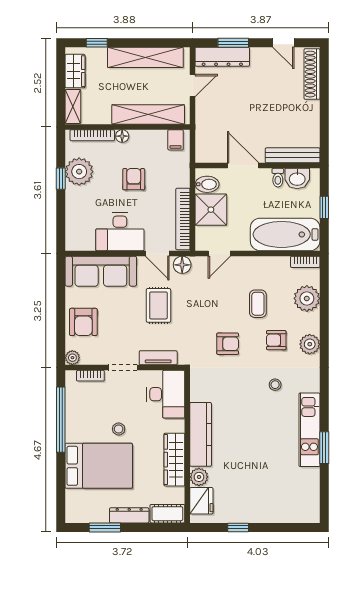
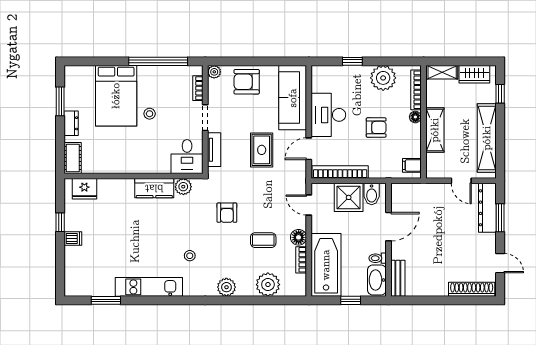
door: (283, 43) -> (500, 263), swing flipped
shelving: (148, 114) -> (435, 130), width x0.68
bench: (293, 155) -> (398, 278), width x0.73
window: (61, 179) -> (352, 61), moved
washbasin: (297, 179) -> (377, 280), width x1.38
bookcase: (305, 262) -> (301, 260), moved
floor lamp: (182, 265) -> (299, 237), moved
rug: (158, 305) -> (262, 150), turned 90
armchair: (276, 340) -> (230, 257), removed
desk: (166, 394) -> (187, 157), width x0.73
kitchen counter: (201, 434) -> (154, 188), width x0.67
window: (324, 448) -> (106, 300), moved
wardrobe: (174, 460) -> (122, 164), removed
plant: (199, 477) -> (183, 187), moved
dishwasher: (256, 513) -> (73, 238), added
dresser: (129, 515) -> (71, 123), width x0.70

